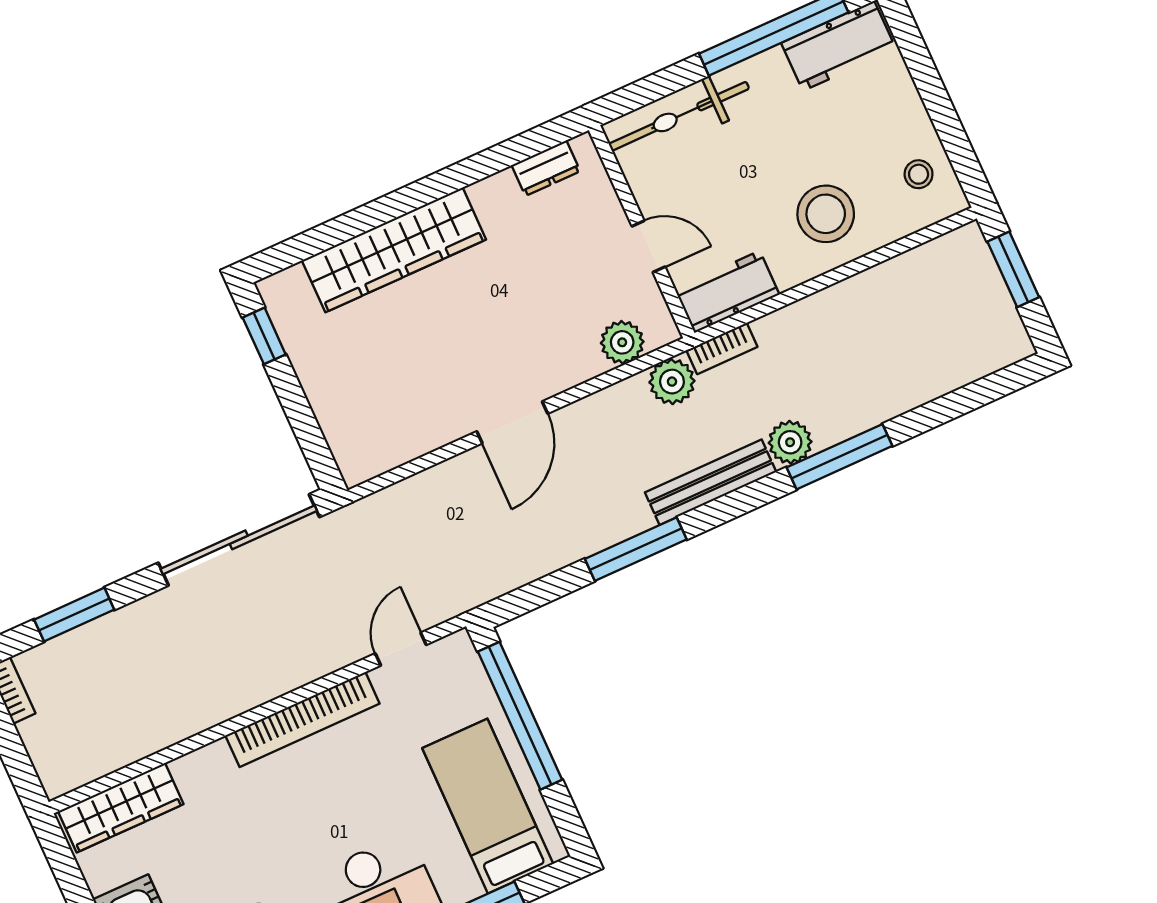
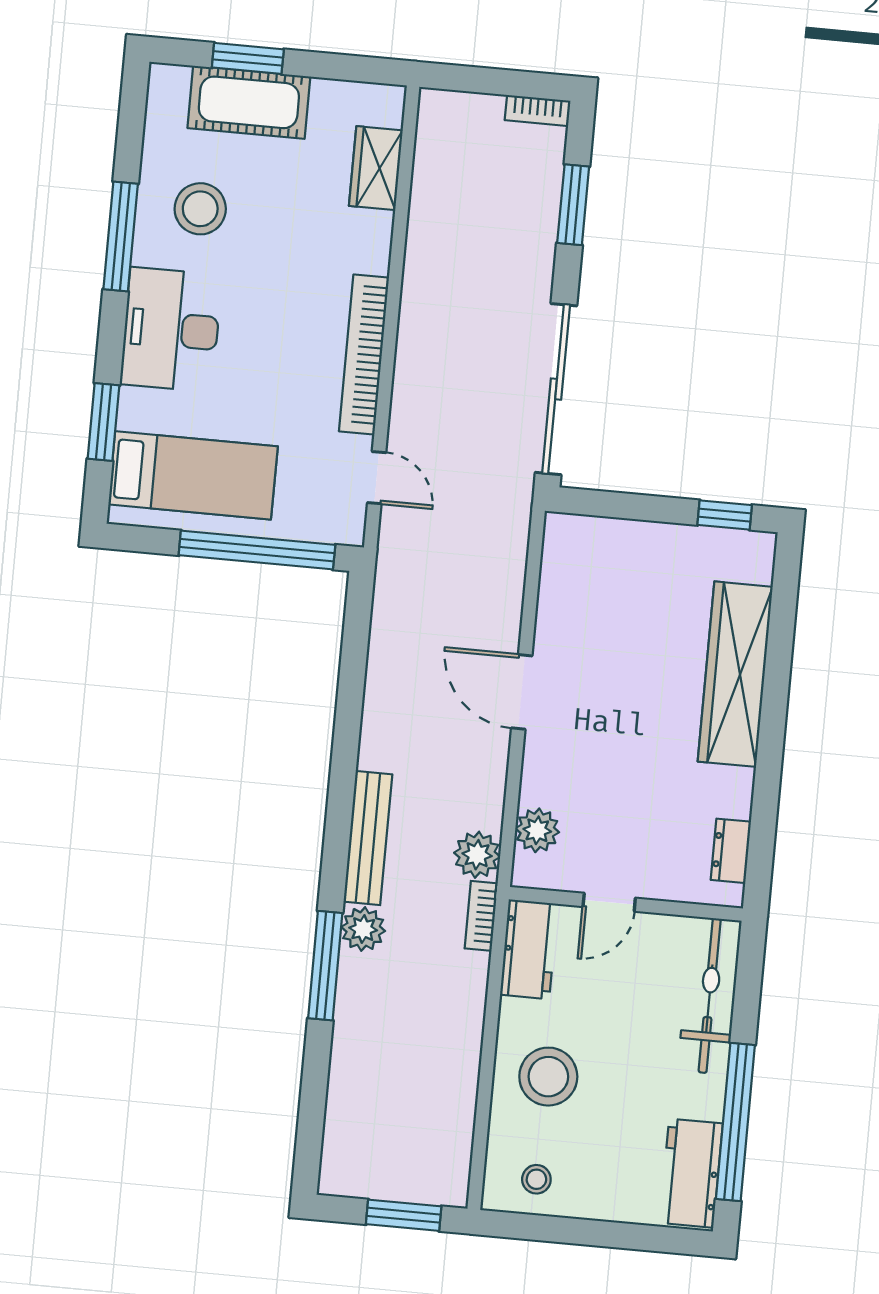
window: (636, 549) -> (346, 737), removed
wardrobe: (121, 808) -> (376, 168), width x0.67

